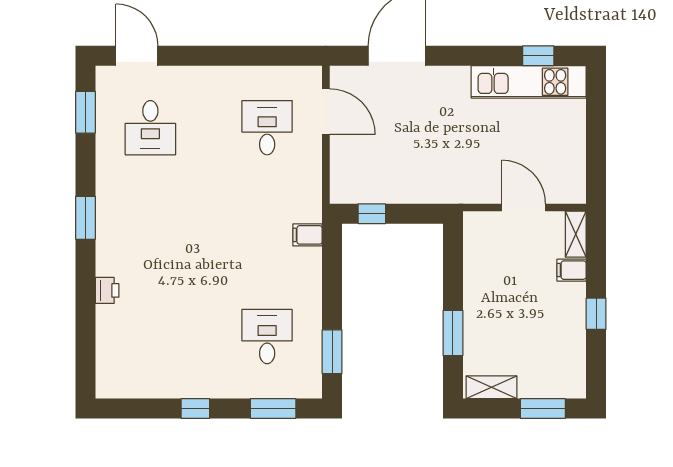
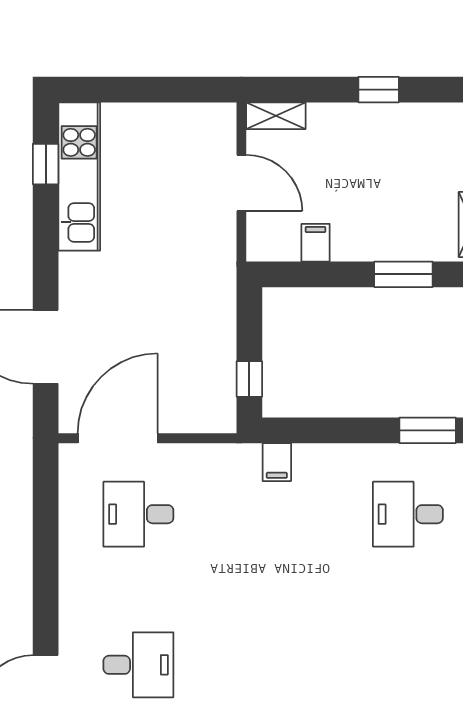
door: (326, 112) -> (118, 438), width x1.36
door: (524, 207) -> (241, 183), swing flipped
filing cabinet: (572, 270) -> (316, 243), moved, turned 180

